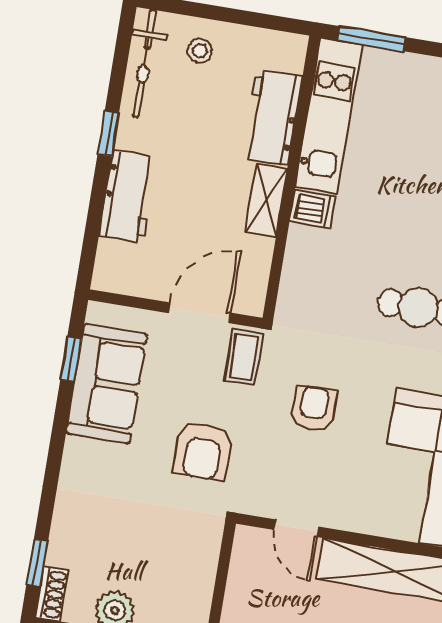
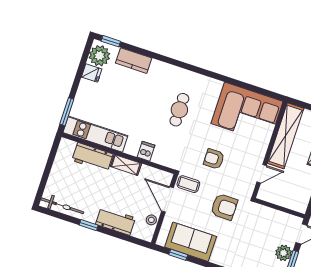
stool: (200, 51) -> (151, 220), moved
dishwasher: (312, 209) -> (146, 151), moved

